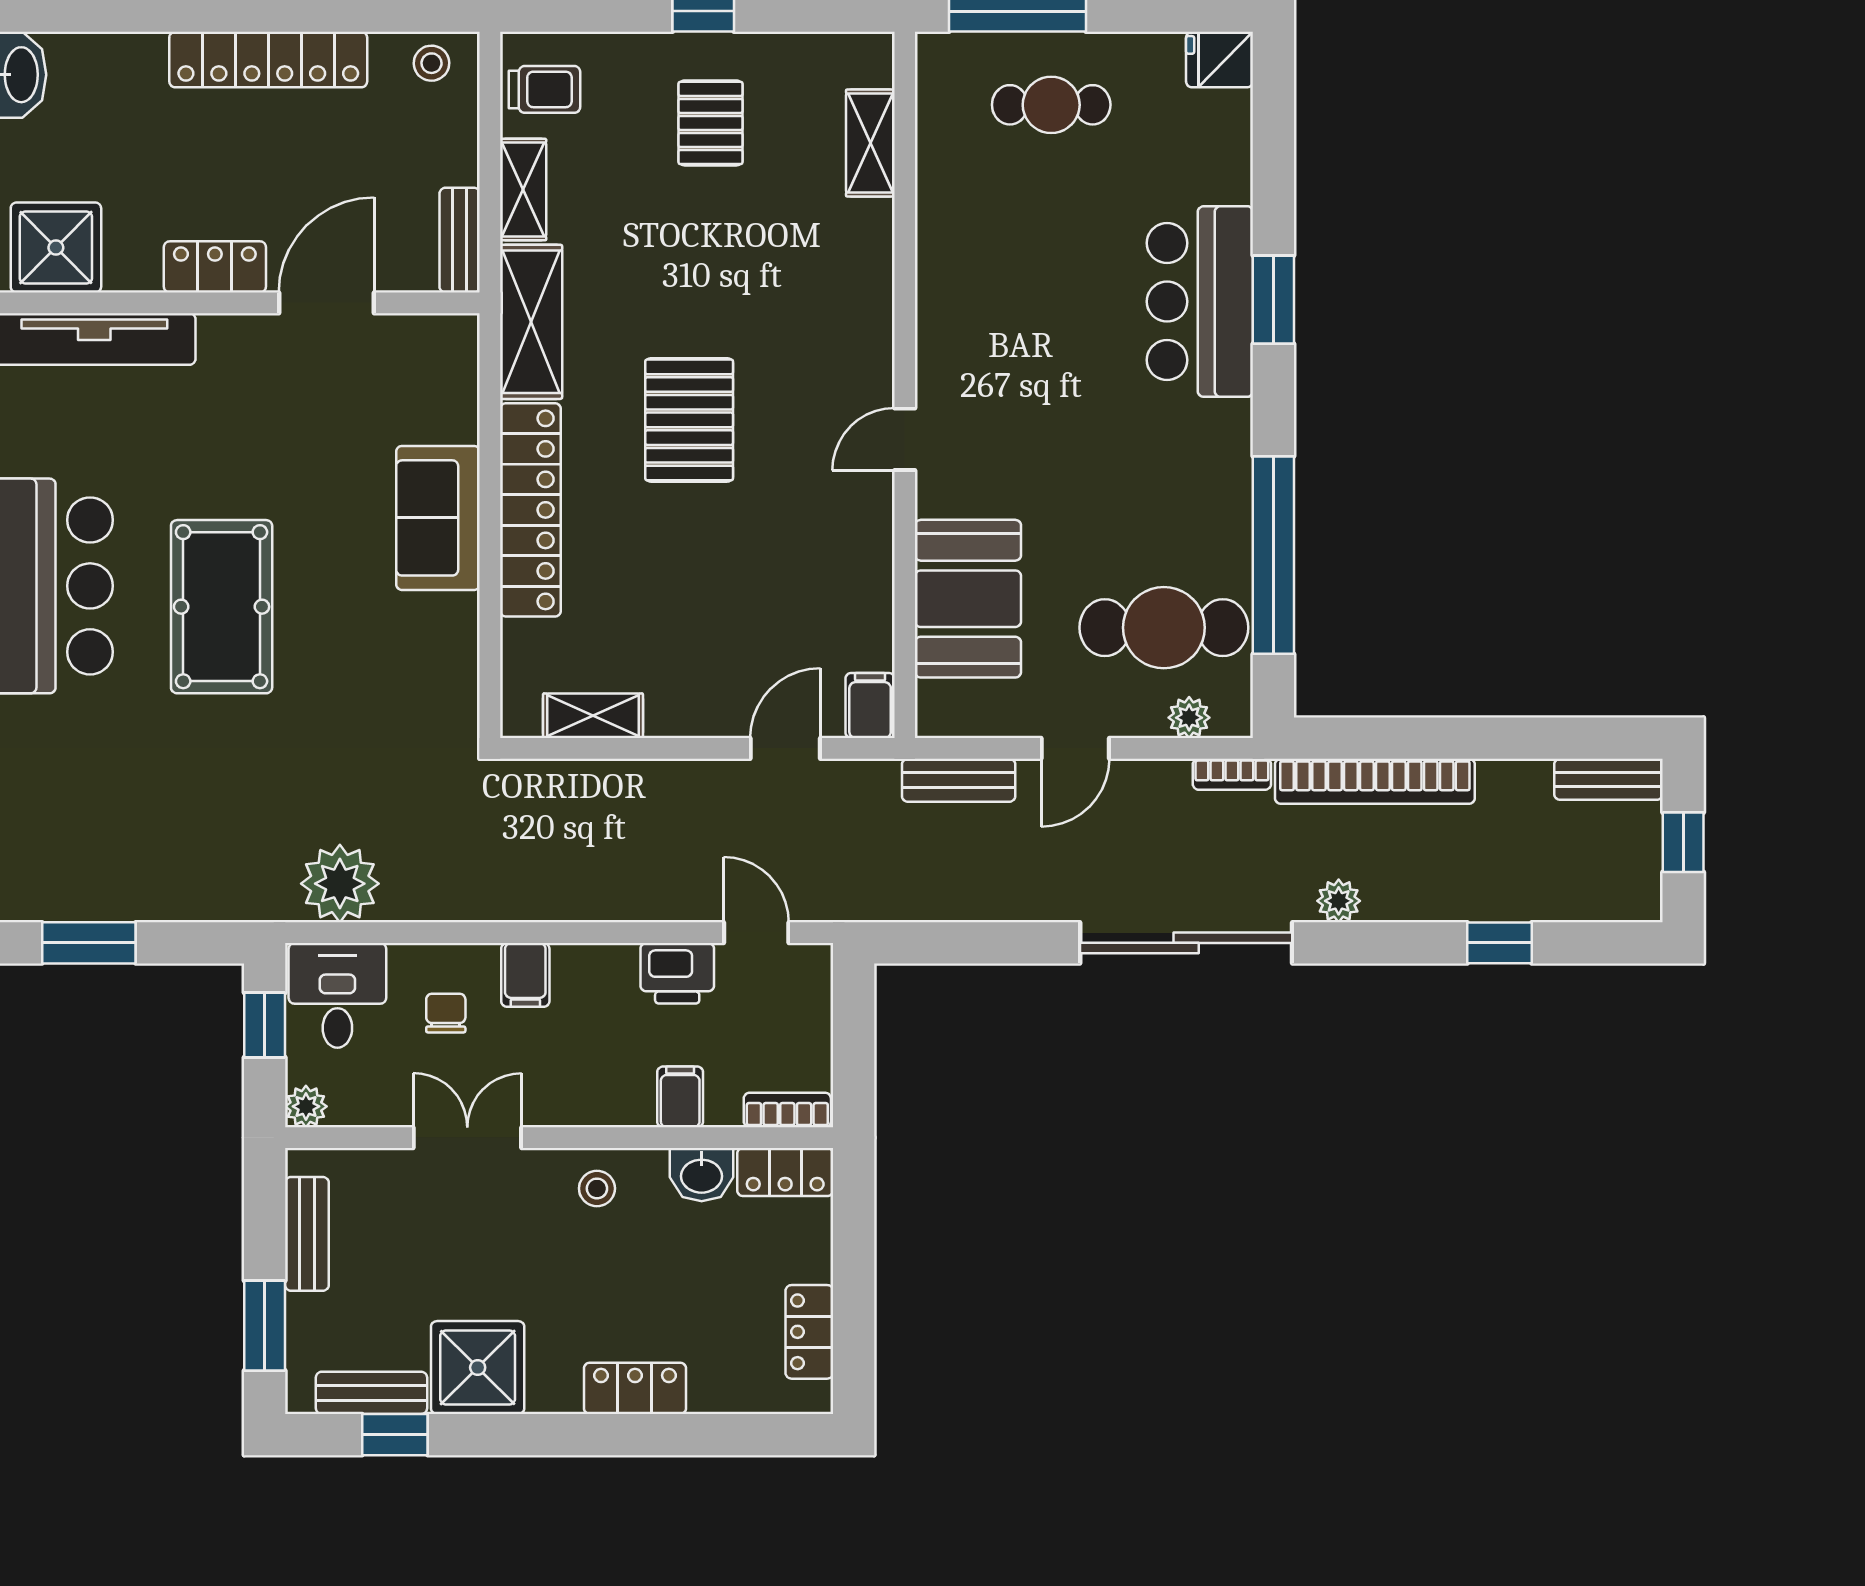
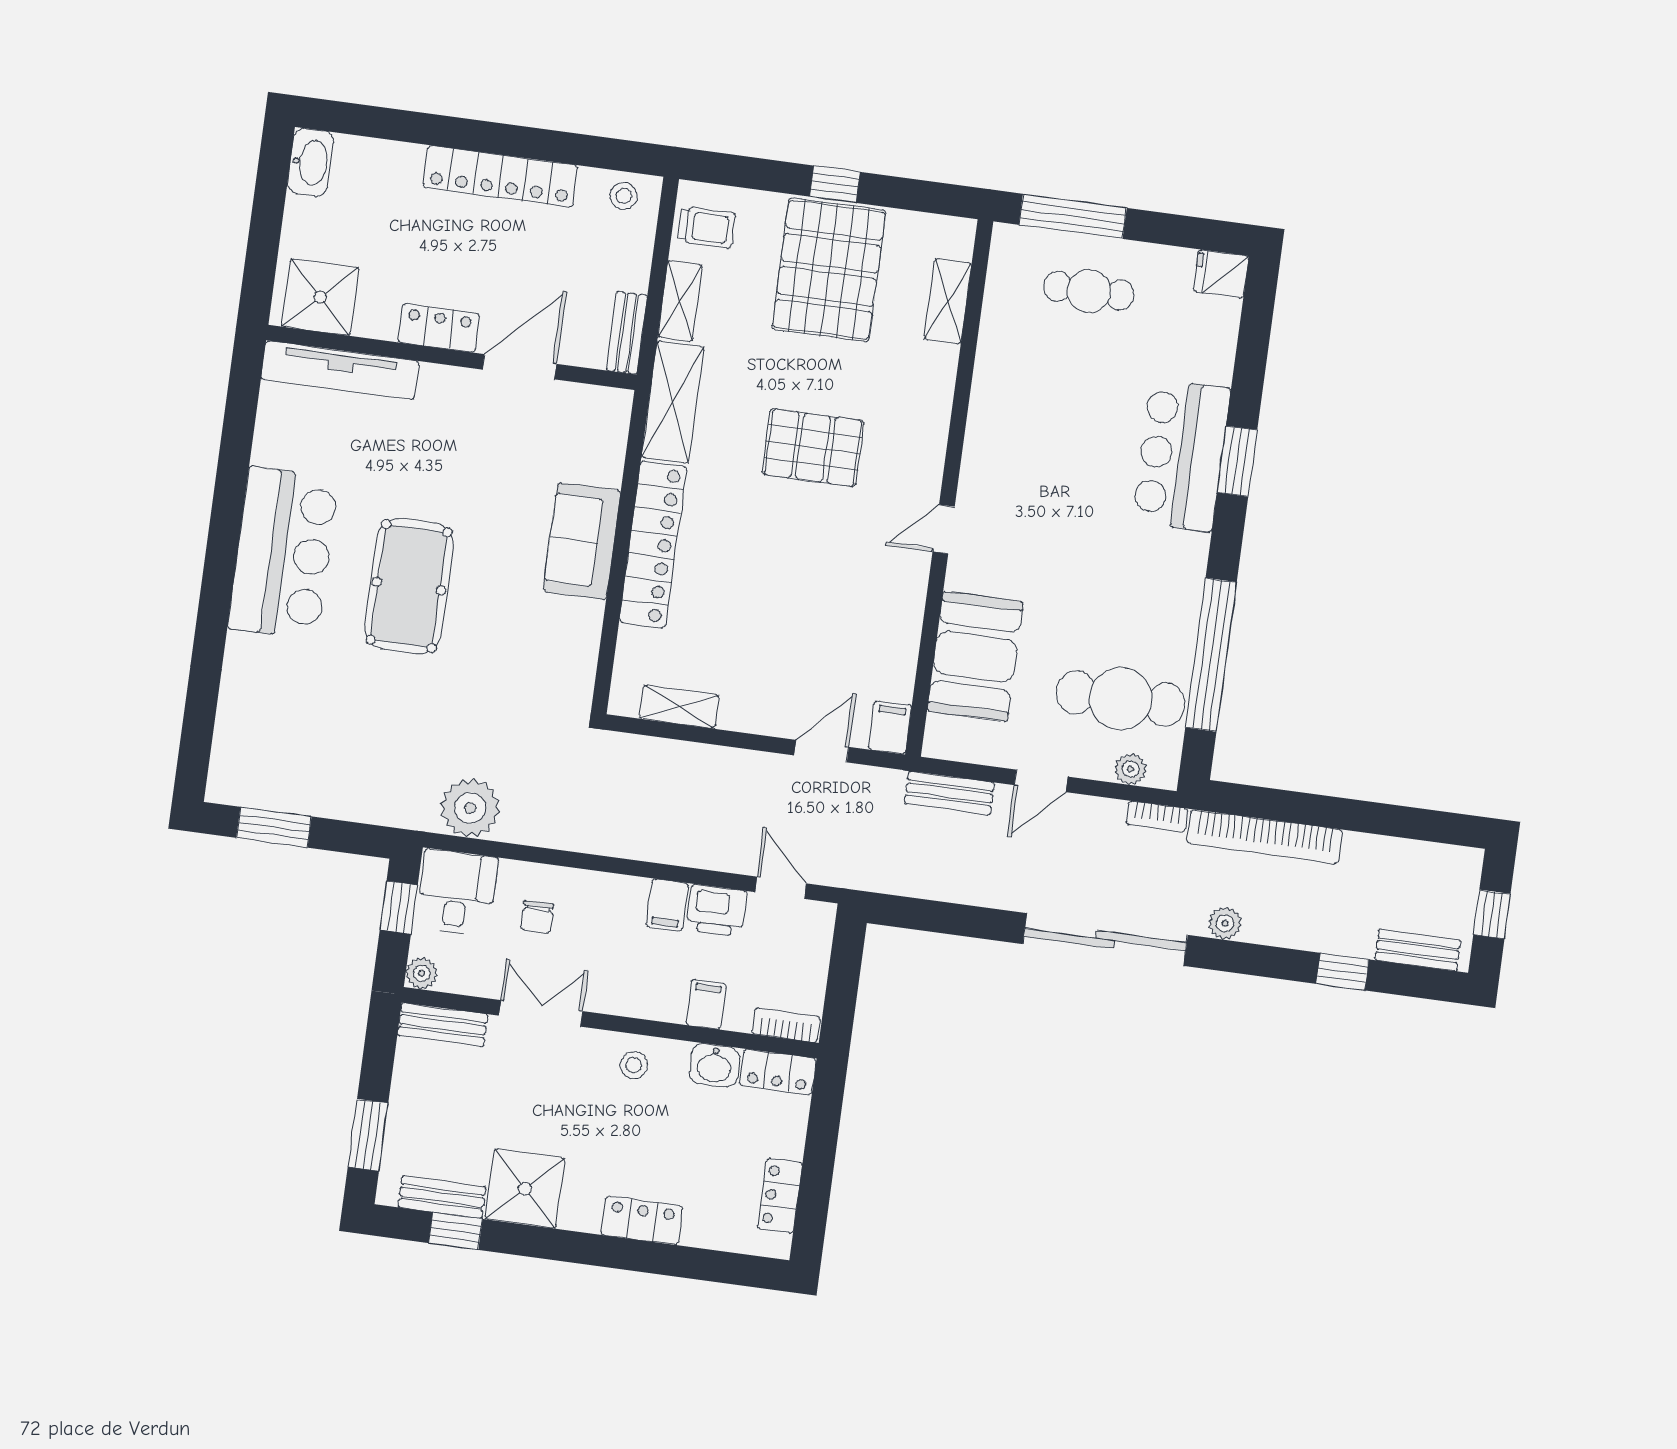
pallet: (711, 123) -> (829, 270), width x2.05, depth x2.00
pallet: (689, 420) -> (813, 448), moved, turned 90
bench: (1608, 779) -> (1418, 950), moved
filing cabinet: (525, 975) -> (667, 905), moved
chair: (446, 1013) -> (537, 917), turned 180
bench: (307, 1234) -> (443, 1025), moved, turned 90

